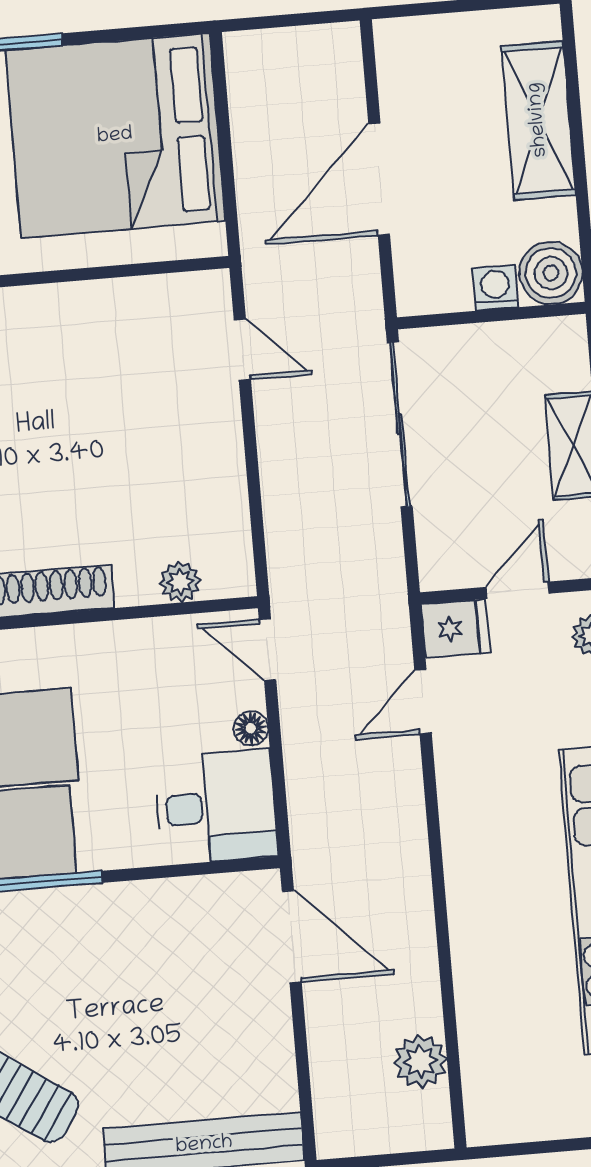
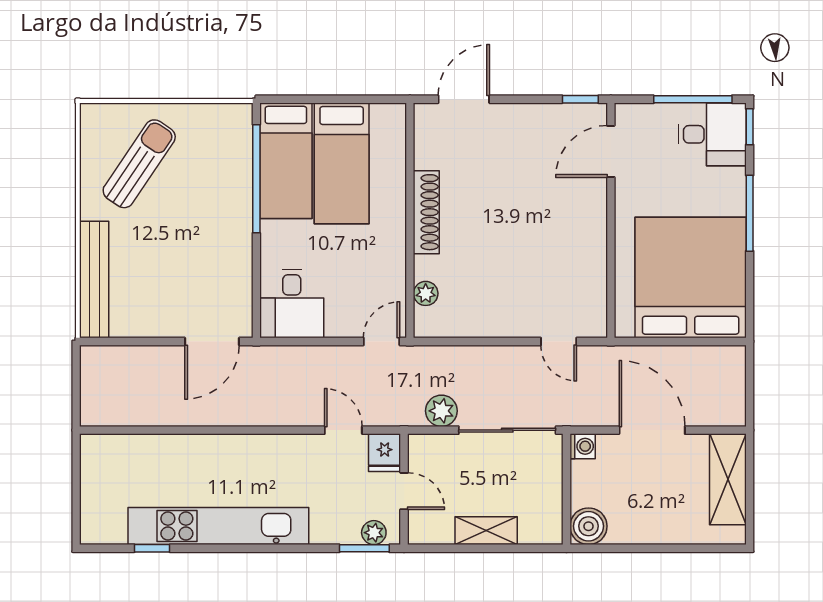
shelving: (538, 120) -> (728, 479), moved, turned 90
washing machine: (495, 288) -> (583, 446), moved
door: (242, 350) -> (559, 341), hinge flipped
floor lamp: (251, 728) -> (336, 328), removed
plant: (420, 1061) -> (441, 411), moved

